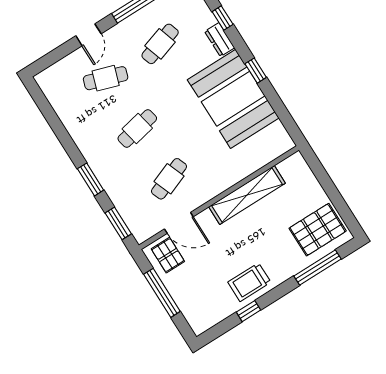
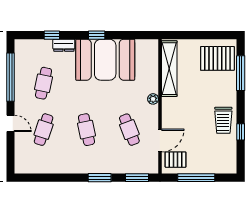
cafe table: (160, 44) -> (44, 83), turned 30
plant: (222, 184) -> (153, 99), added
shelving: (247, 195) -> (169, 69), moved
pallet: (318, 230) -> (217, 58), turned 90

